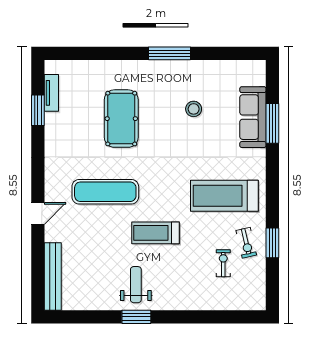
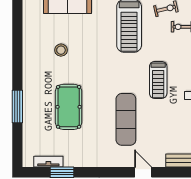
window: (169, 53) -> (17, 107), moved
pool table: (121, 119) -> (69, 107), turned 90

